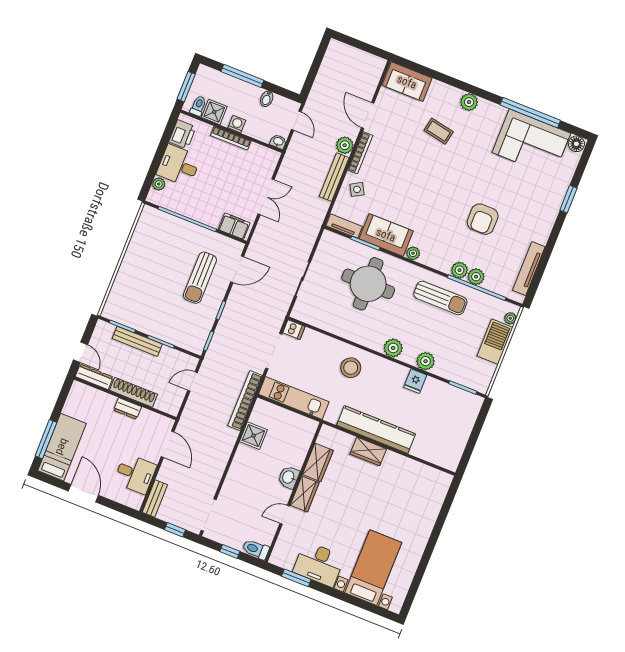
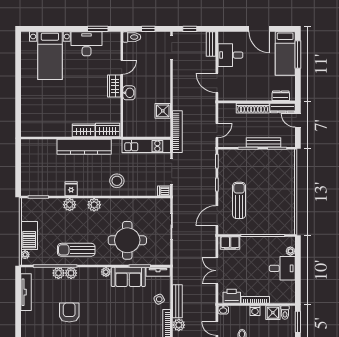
printer: (182, 134) -> (232, 296), moved, turned 90
dresser: (128, 408) -> (281, 96), moved
wardrobe: (318, 462) -> (108, 130), moved, turned 90

